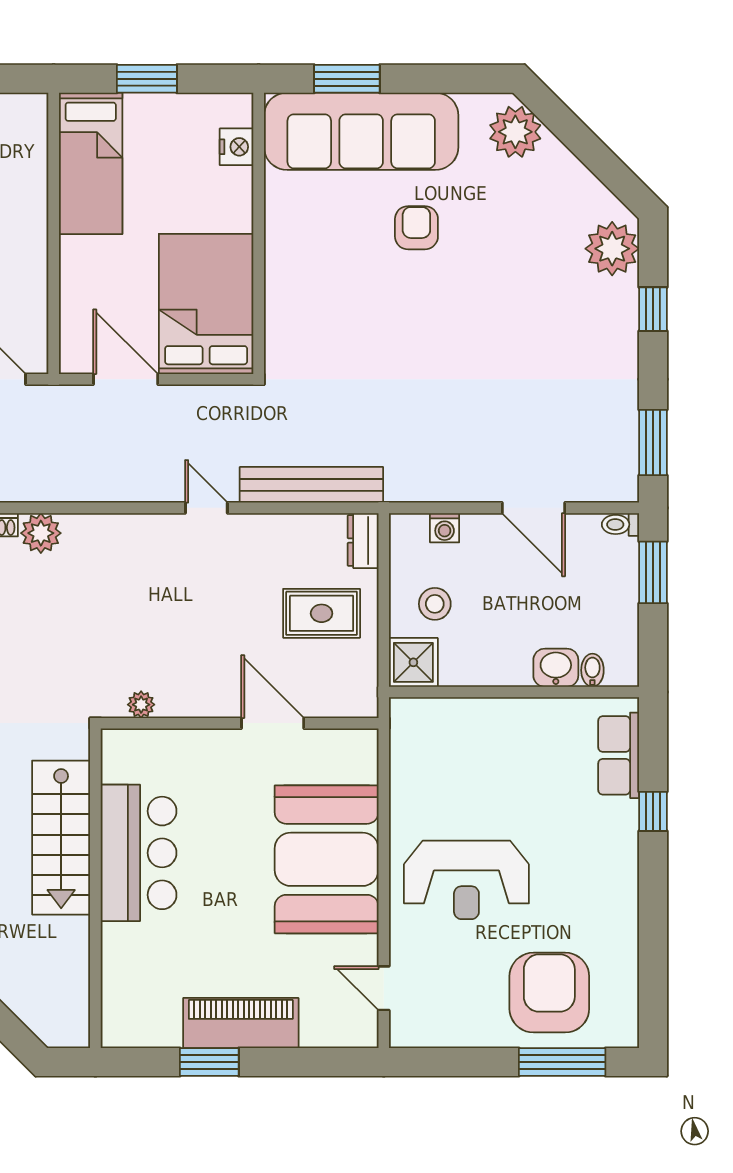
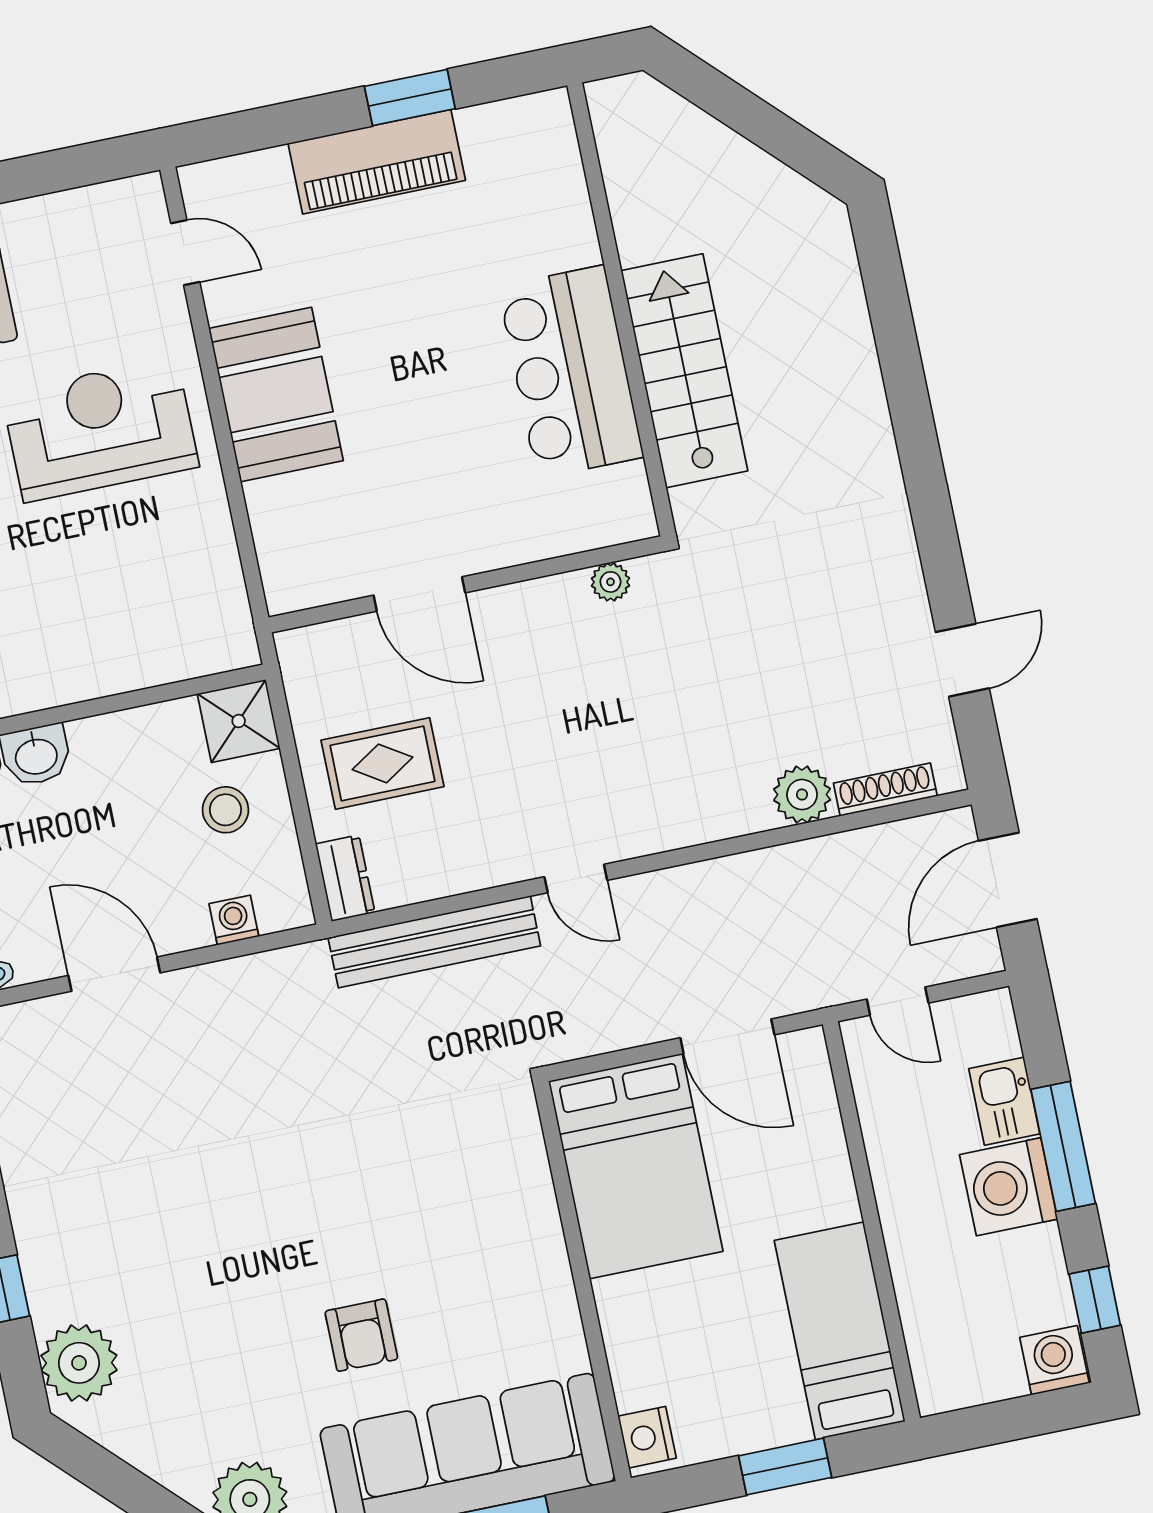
nightstand: (237, 147) -> (647, 1437), moved
booth: (327, 859) -> (276, 395), width x0.73, depth x0.70

